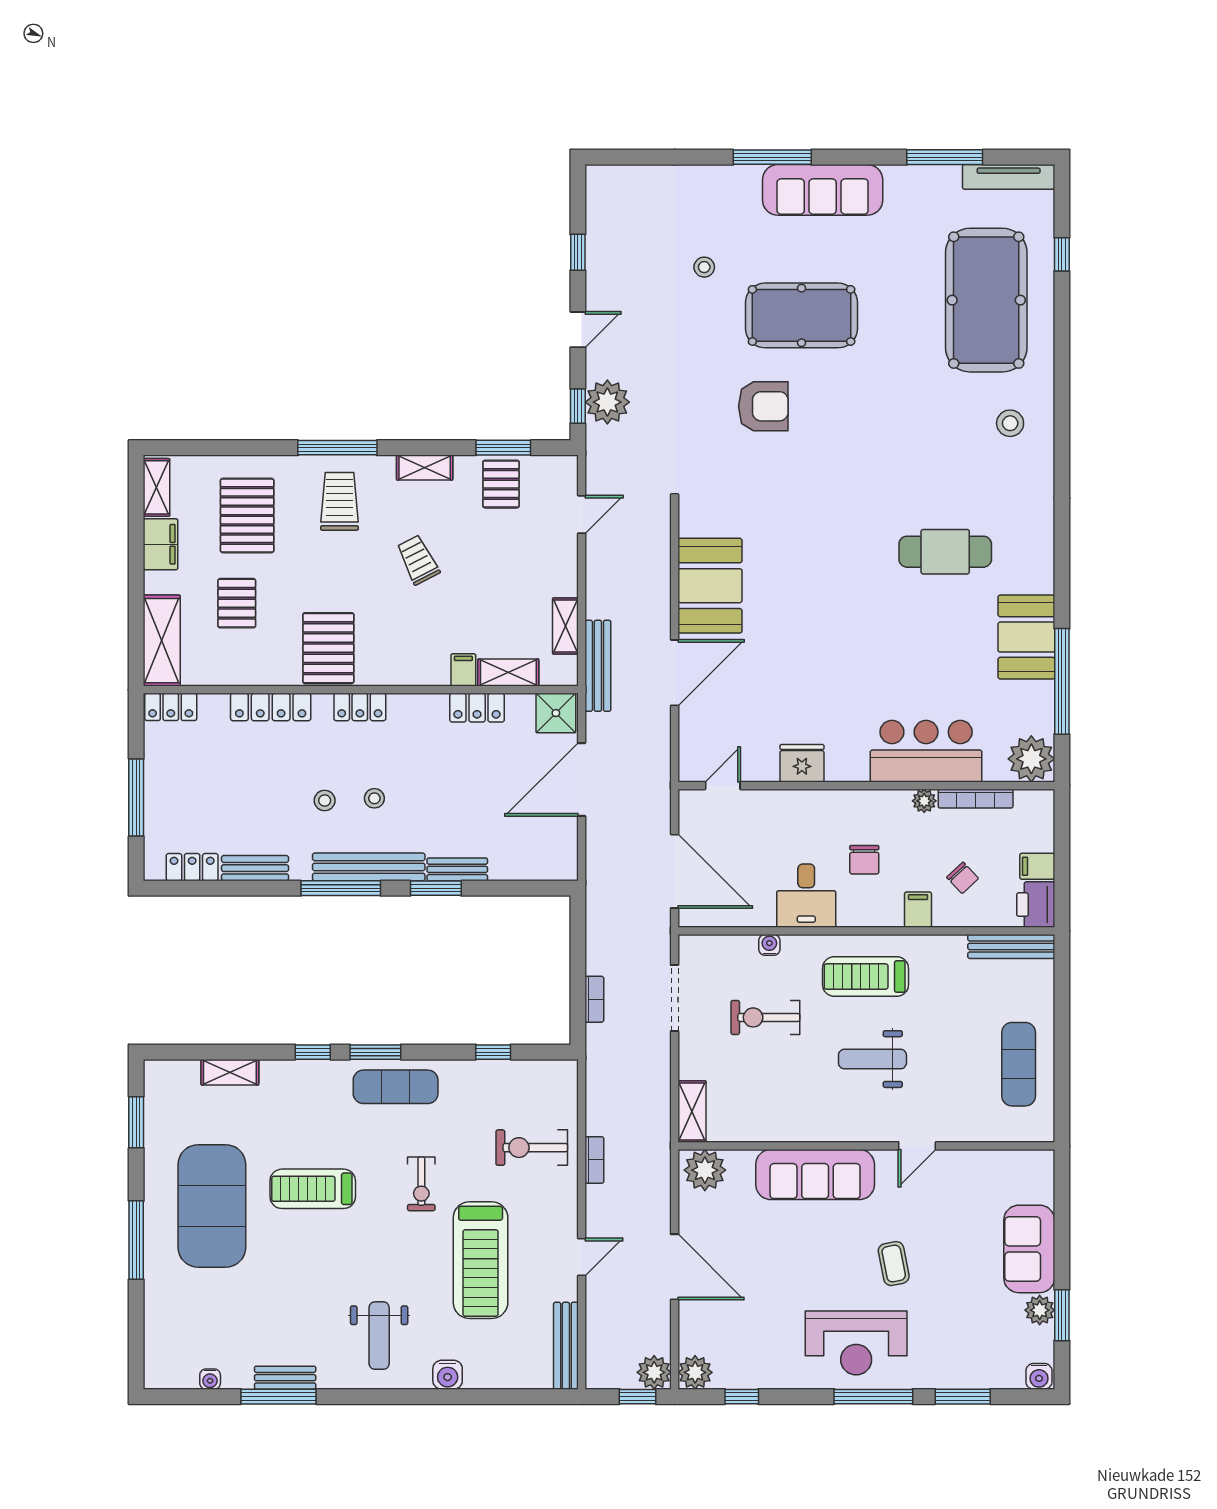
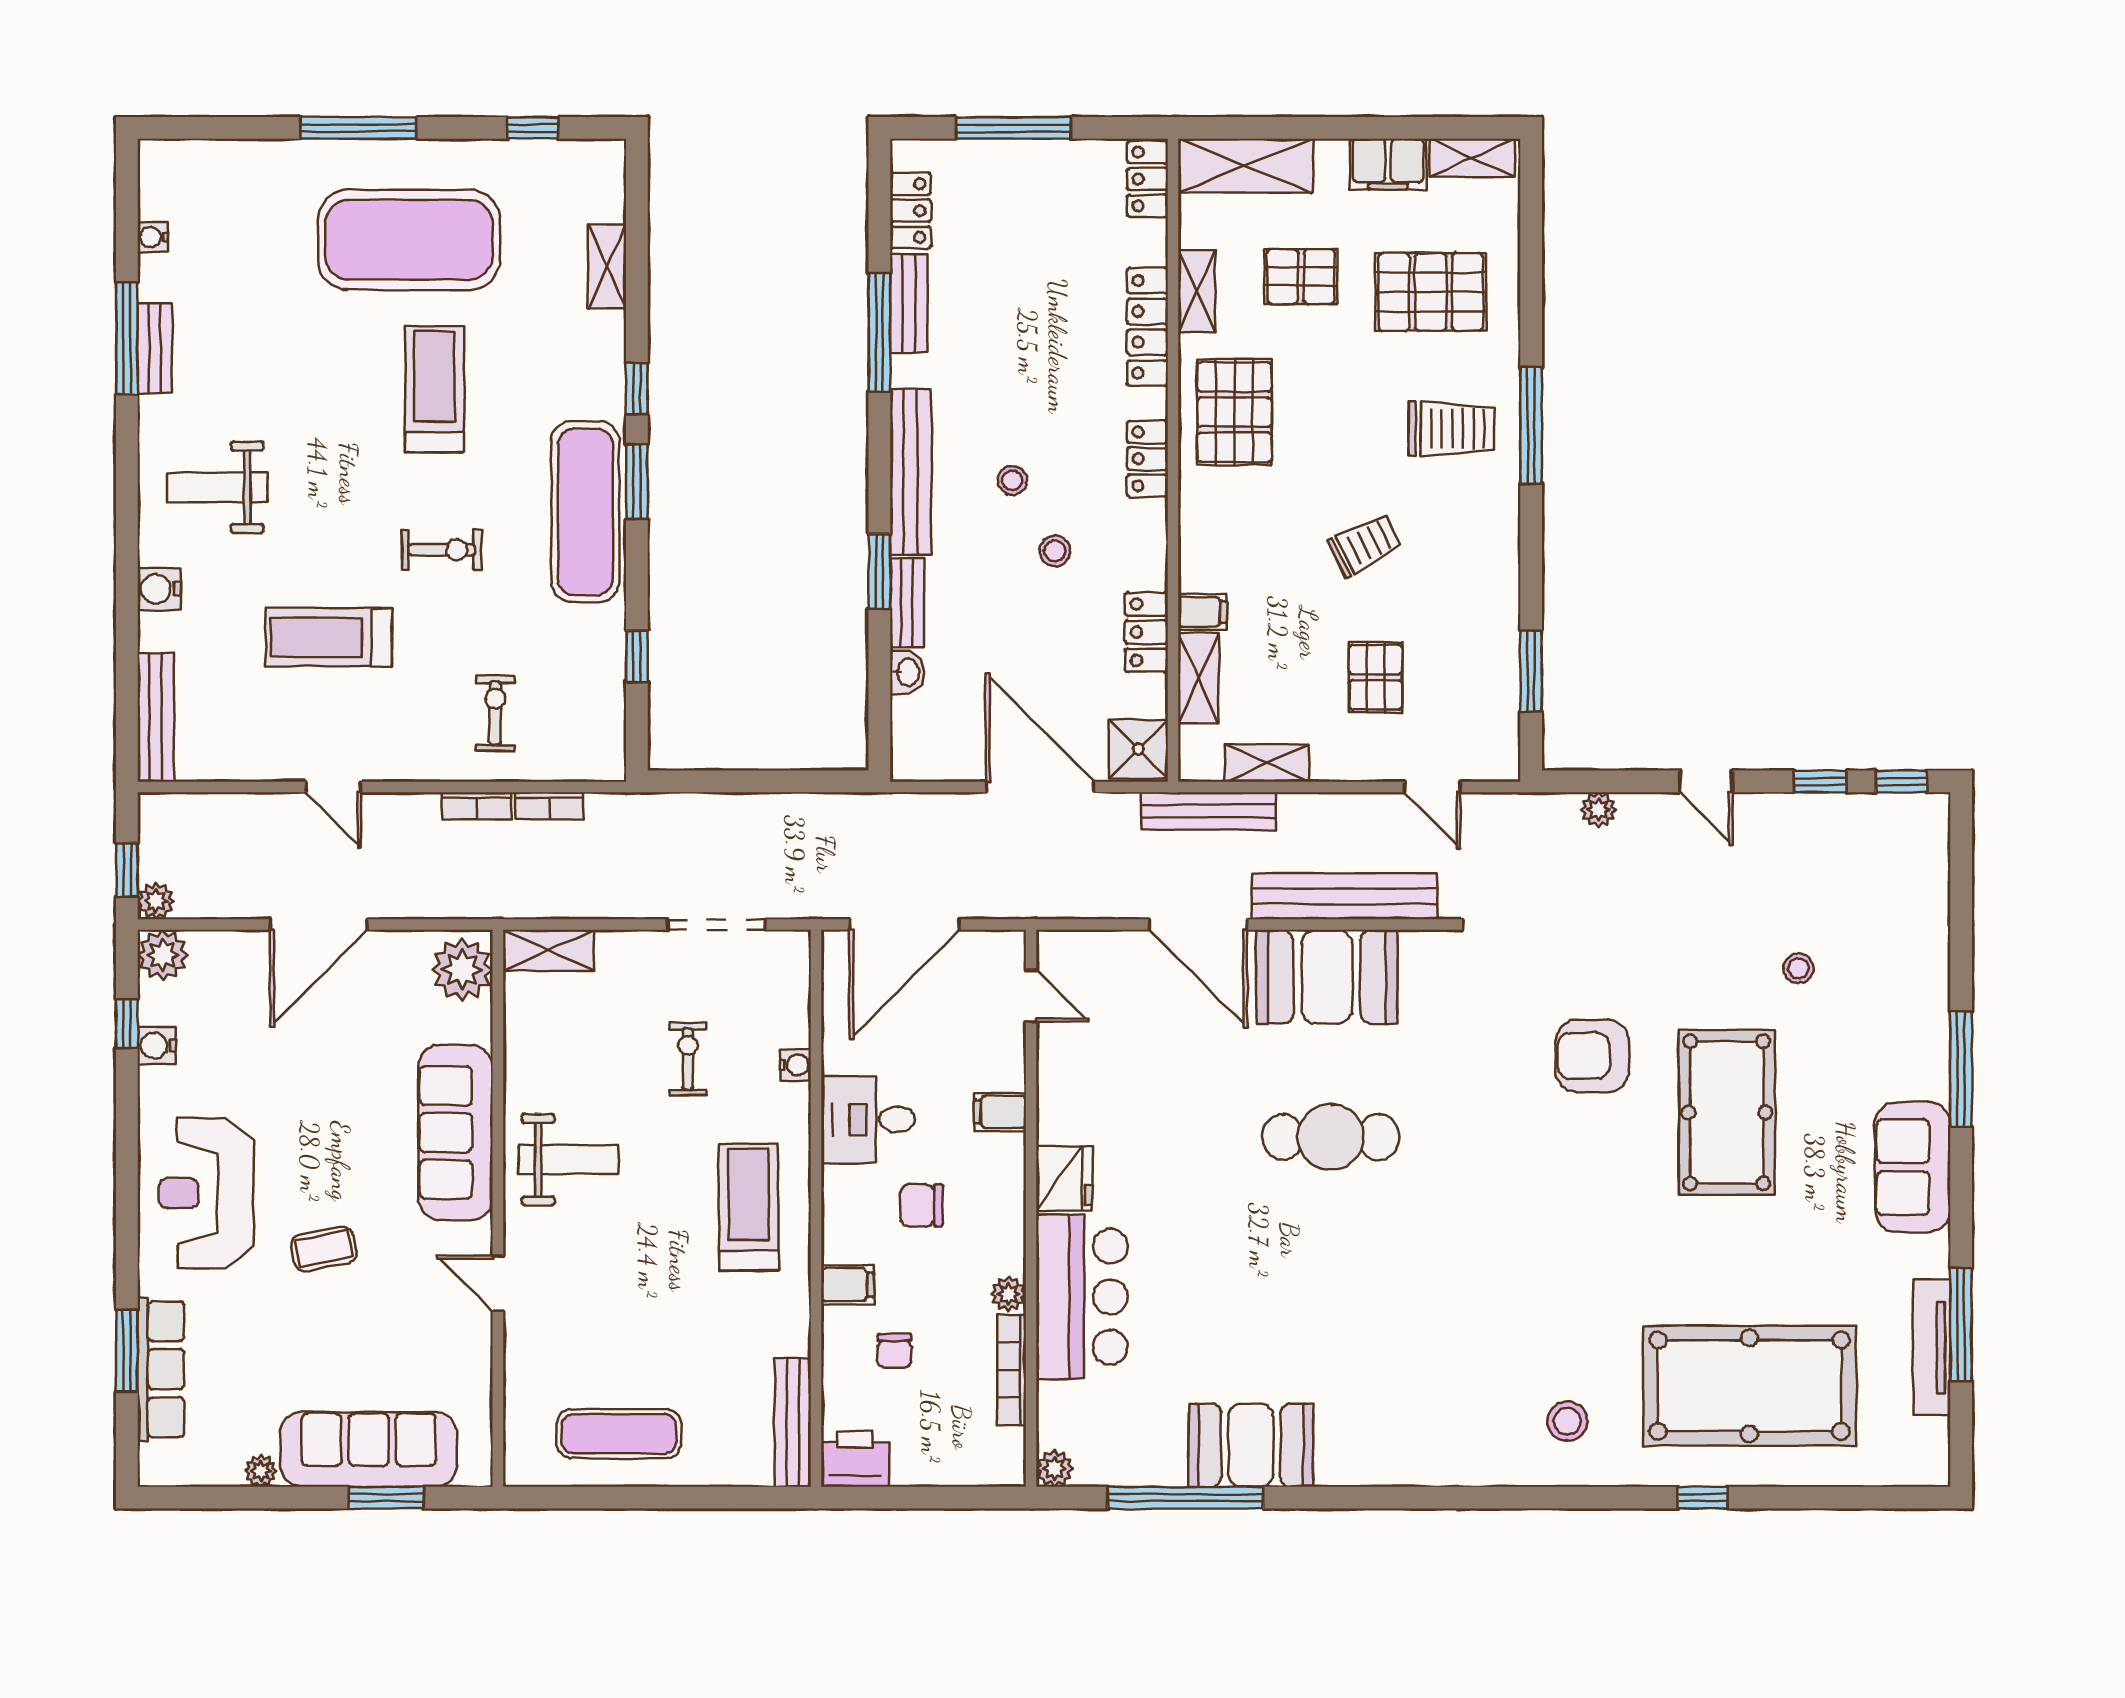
tv unit: (1009, 177) -> (1932, 1347), moved
sofa: (823, 190) -> (1913, 1167), width x0.73
window: (1062, 254) -> (1703, 1498), moved
plant: (607, 402) -> (1599, 810), width x0.53, depth x0.53
window: (578, 406) -> (1901, 781), moved
armchair: (763, 406) -> (1592, 1056), turned 90
shelving: (425, 468) -> (1197, 291), moved
pallet: (501, 484) -> (1376, 677), moved, turned 90
cafe table: (945, 552) -> (1331, 1137), moved, turned 90
bench: (656, 574) -> (1344, 896), added
pallet: (328, 648) -> (1234, 412), turned 90
plant: (1031, 759) -> (1055, 1469), width x0.53, depth x0.53
fridge: (802, 763) -> (1064, 1178), moved
stool: (325, 800) -> (1055, 551), moved
filing cabinet: (1037, 866) -> (1000, 1112), moved, turned -90
washbasin: (504, 869) -> (907, 672), added
chair: (963, 878) -> (894, 1351), turned -47
window: (341, 888) -> (879, 332), moved
bookcase: (594, 999) -> (549, 806), moved
exercise bike: (765, 1017) -> (688, 1059), width x0.73, depth x0.72
weight bench: (872, 1059) -> (568, 1160), moved, turned 90
exercise mat: (396, 1087) -> (585, 512), width x1.36, depth x1.45
window: (136, 1122) -> (533, 128), width x0.67
exercise bike: (532, 1148) -> (495, 713), width x0.73, depth x0.72
exercise bike: (421, 1184) -> (442, 550), turned 180
sofa: (1029, 1249) -> (369, 1449), width x1.36
treadmill: (481, 1260) -> (329, 637), width x0.73, depth x0.73
plant: (1040, 1310) -> (261, 1471), width x0.73, depth x0.73
window: (1062, 1315) -> (386, 1498), moved
bench: (566, 1346) -> (156, 717), moved, turned 90
plant: (654, 1372) -> (156, 901), width x0.73, depth x0.73
row of seats: (975, 1374) -> (161, 1369), added
water cooler: (1039, 1376) -> (157, 1045), moved
window: (873, 1397) -> (127, 1219), removed

